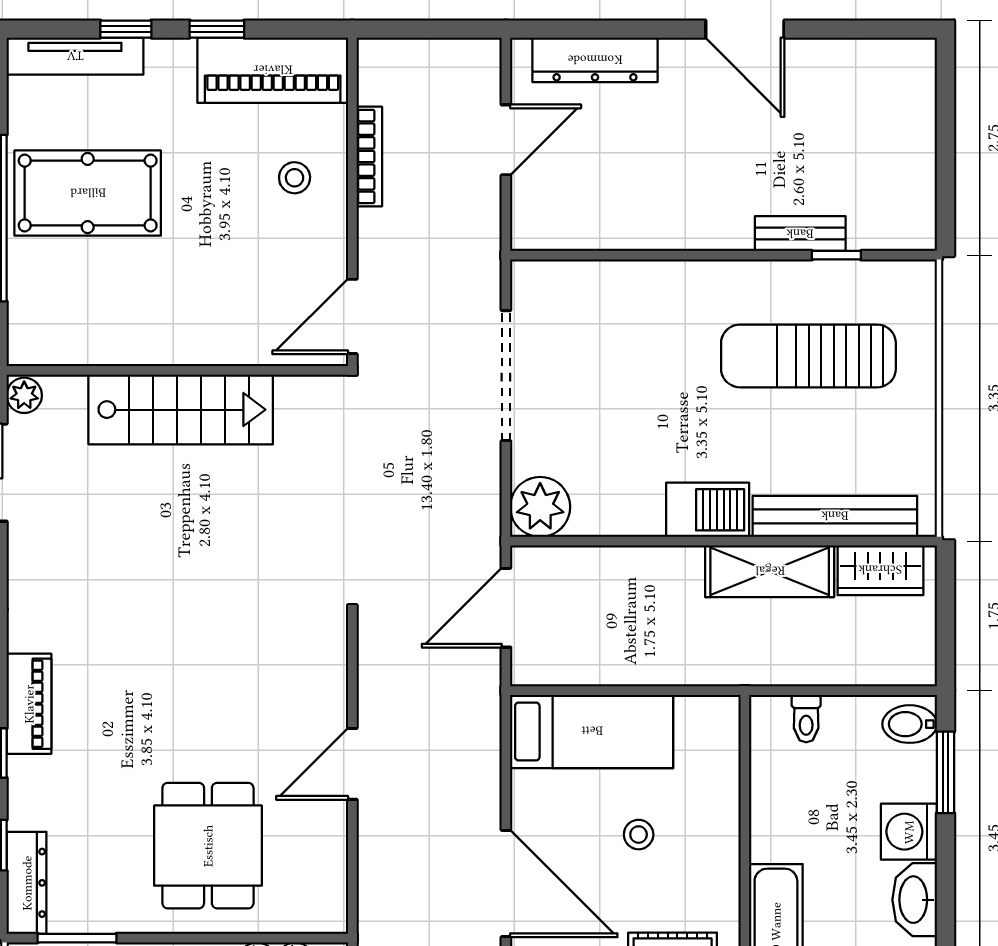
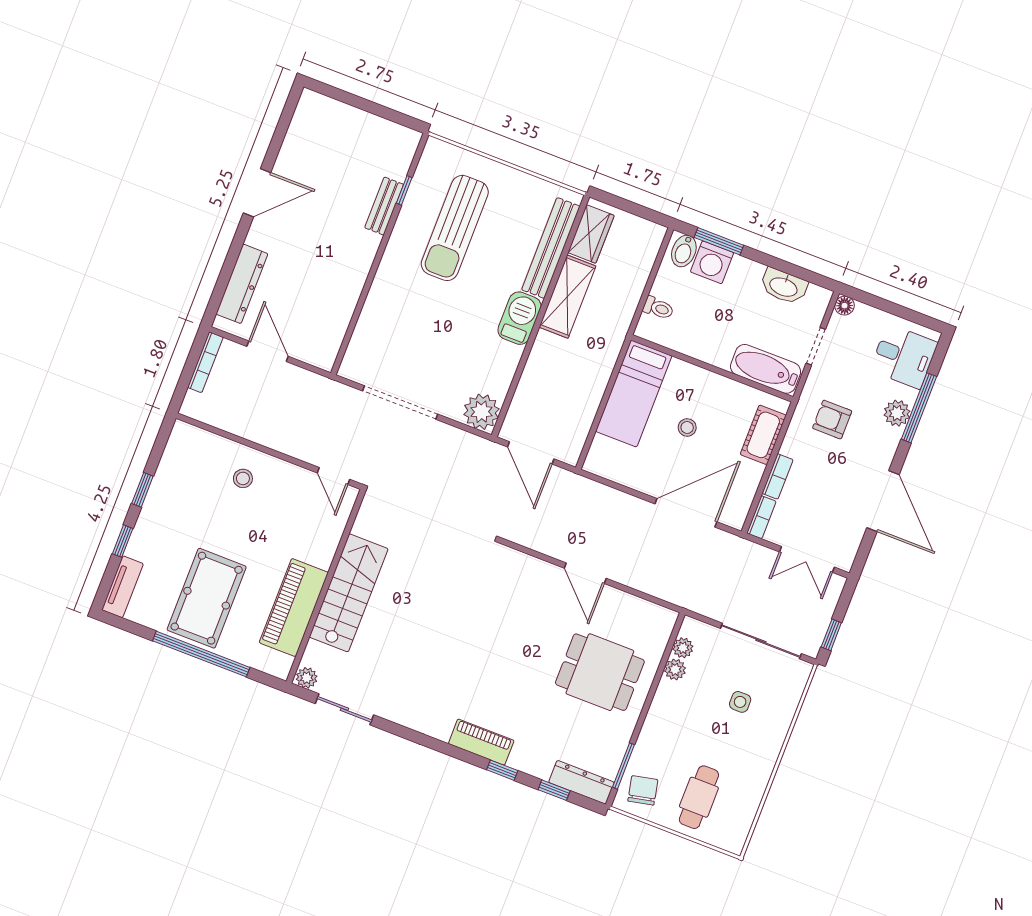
tv unit: (75, 56) -> (123, 587), width x0.71
piano: (273, 70) -> (294, 608), moved, turned 180
bookcase: (369, 157) -> (205, 362), moved, turned 90
door: (352, 316) -> (333, 476), width x0.73
bed: (592, 731) -> (634, 394), moved, turned 180
washing machine: (909, 832) -> (712, 262), moved

